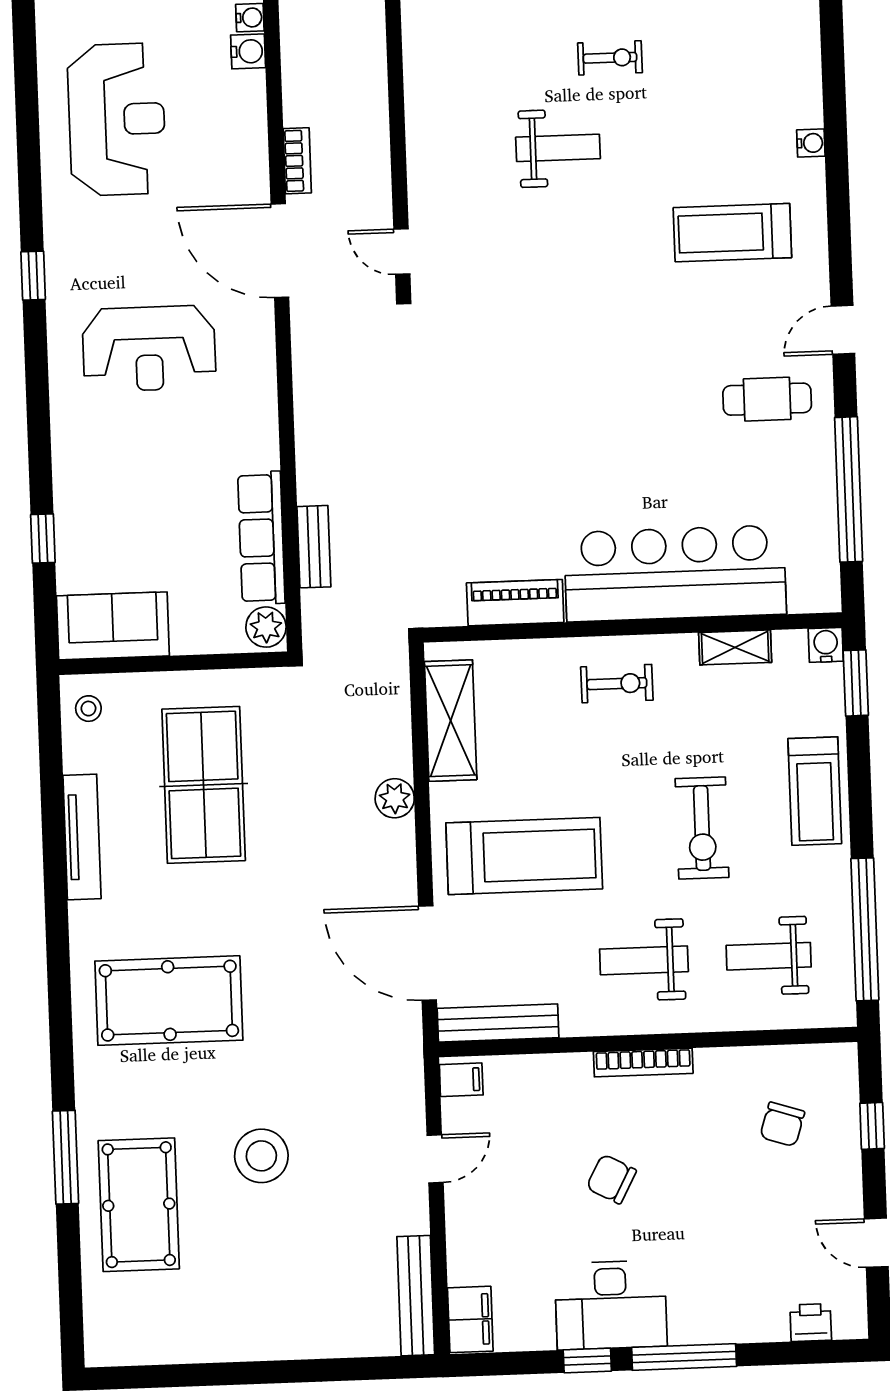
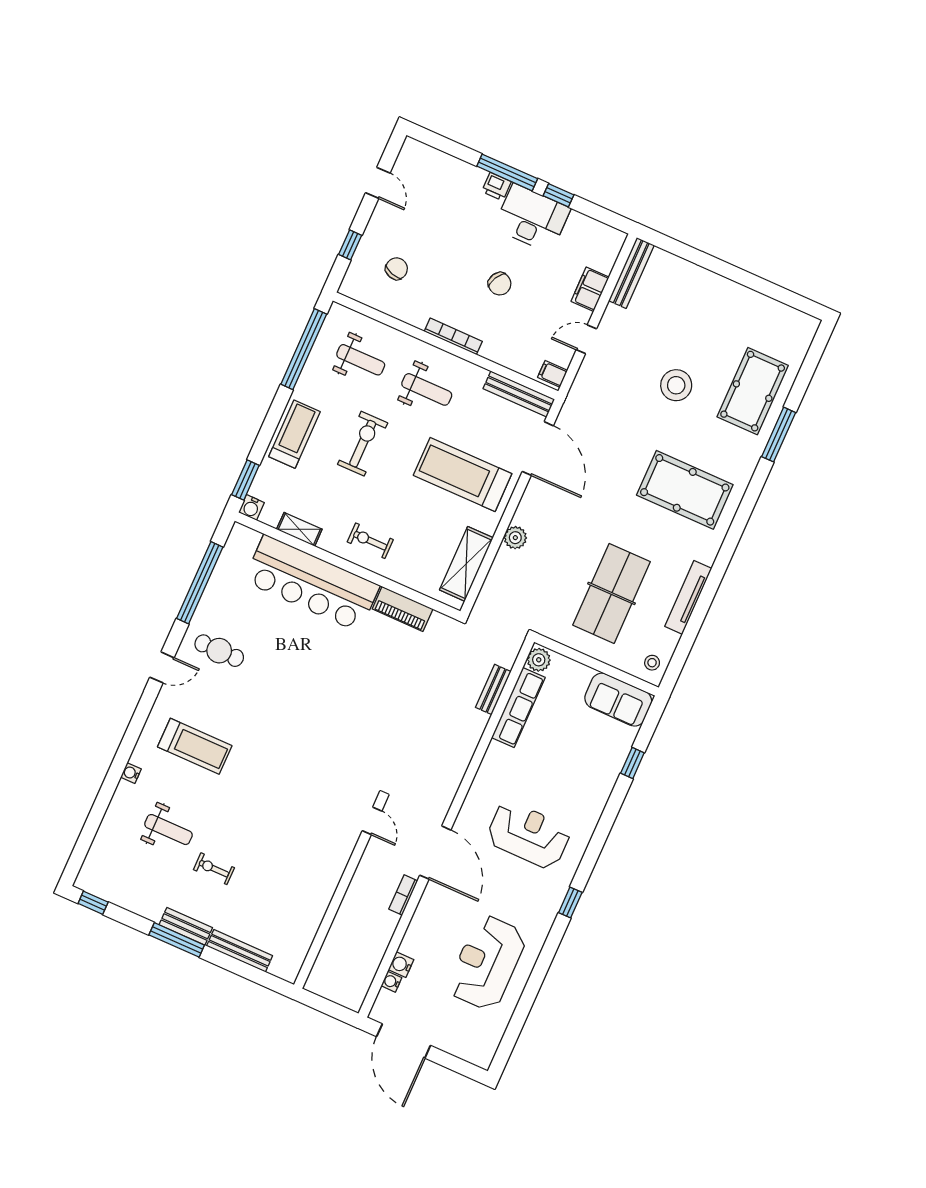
weight bench: (558, 148) -> (168, 830), moved, turned 180
filing cabinet: (470, 1319) -> (590, 289), moved
printer: (811, 1323) -> (496, 187), moved

